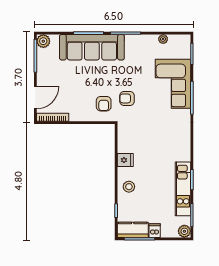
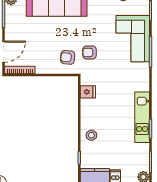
armchair: (104, 104) -> (68, 57), turned 95
fridge: (125, 160) -> (88, 92), moved
kitchen unit: (183, 189) -> (142, 117), moved

